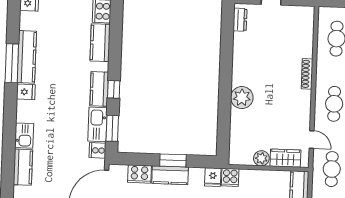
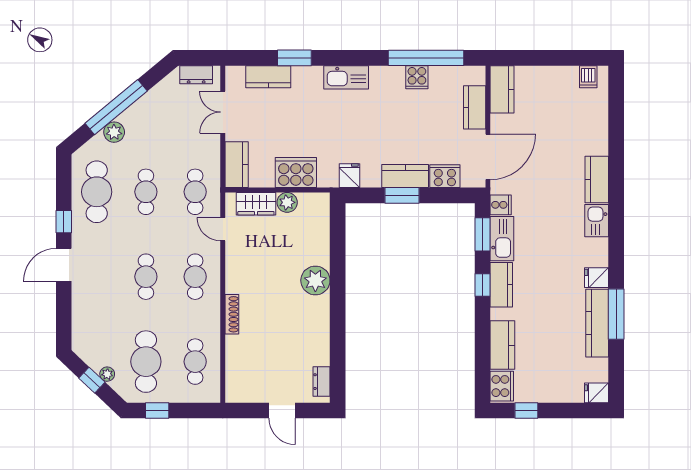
cooker: (230, 177) -> (296, 173), moved, width x1.87, depth x1.31

